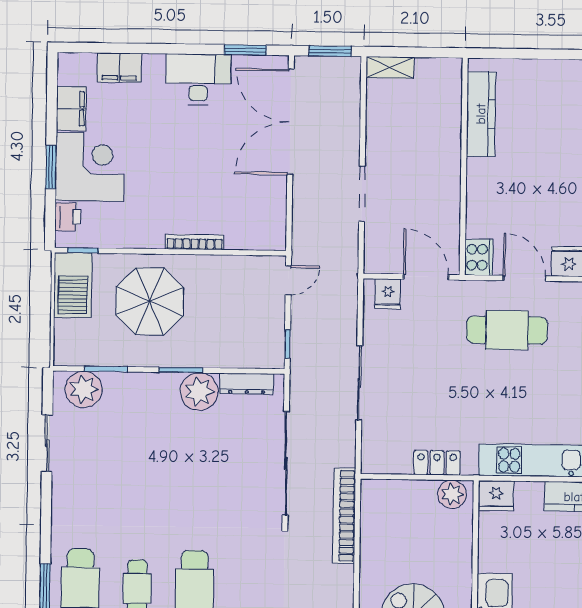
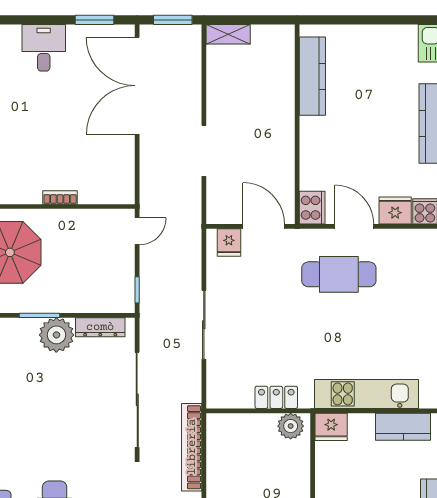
desk: (198, 79) -> (44, 48), width x0.73
bookcase: (195, 242) -> (60, 197), width x0.64

